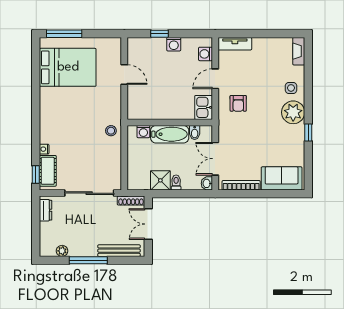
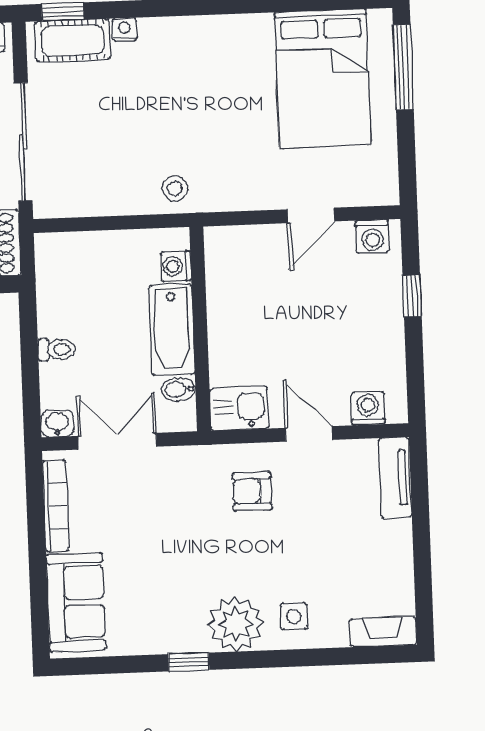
washing machine: (174, 44) -> (372, 237), moved, turned -90
shower: (160, 180) -> (60, 312), removed

